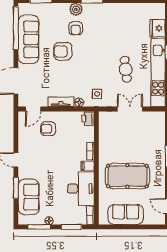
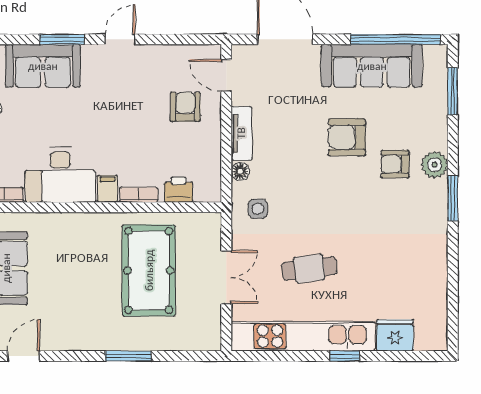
armchair: (63, 51) -> (347, 137), turned -90
printer: (88, 119) -> (179, 190), moved
pool table: (127, 176) -> (149, 270), moved

